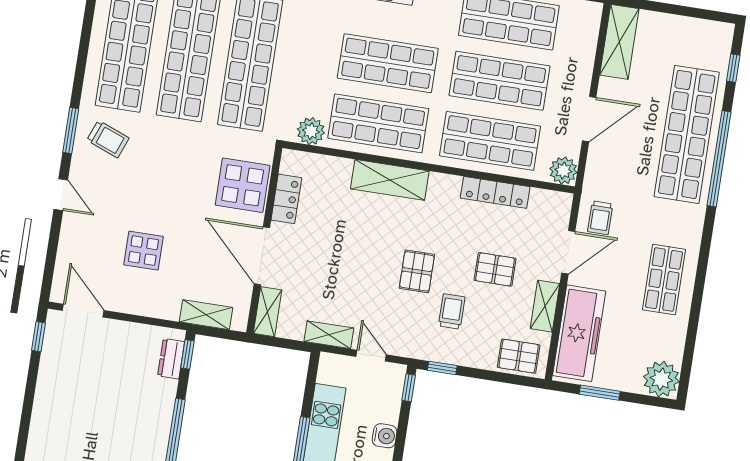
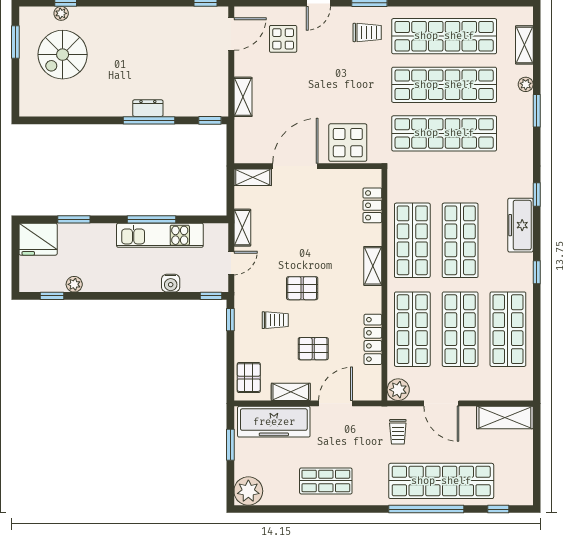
plant: (311, 131) -> (398, 189), removed
trolley: (108, 139) -> (367, 32), turned -111
shelving: (390, 180) -> (373, 266), width x0.67, depth x0.75
locker: (286, 199) -> (372, 205), moved, turned 90
trolley: (600, 218) -> (398, 432), moved, turned -90
display table: (143, 251) -> (283, 39), moved
door: (568, 252) -> (335, 403), swing flipped
pallet: (495, 269) -> (313, 349), turned 90
shelving: (206, 315) -> (243, 97), moved
dresser: (171, 359) -> (148, 108), moved

